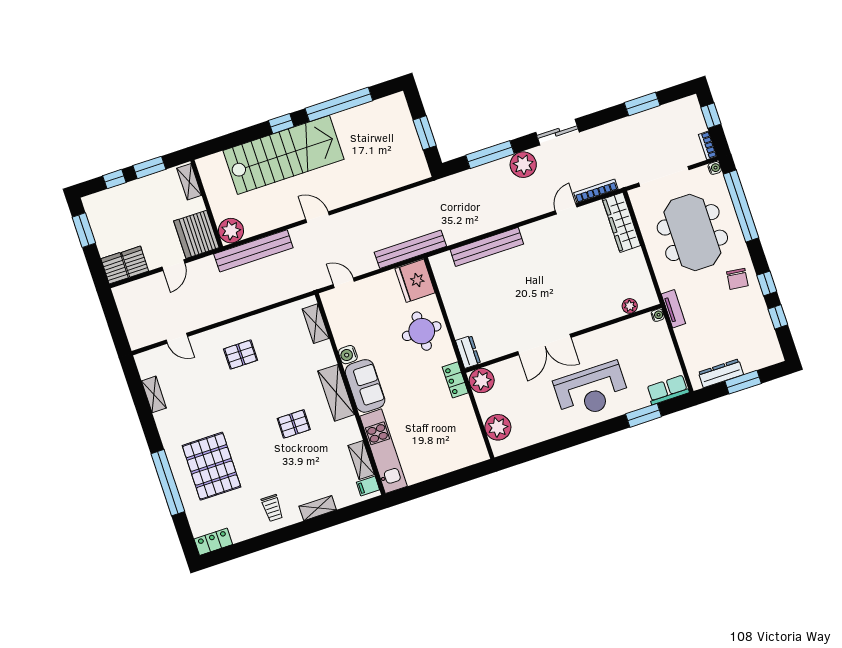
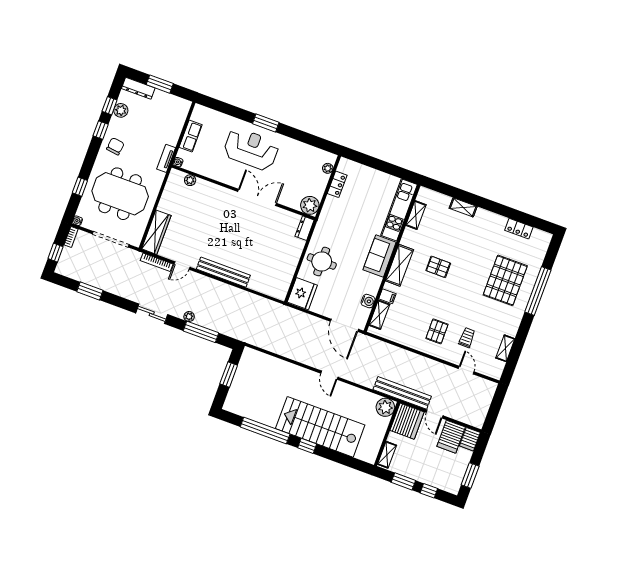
plant: (523, 165) -> (189, 317), width x0.53, depth x0.53
window: (741, 206) -> (80, 187), width x0.32
meeting table: (692, 233) -> (120, 194), turned 90
bench: (487, 247) -> (223, 272), moved
bench: (410, 249) -> (290, 314), removed
bench: (253, 251) -> (402, 393), moved
server rack: (135, 262) -> (451, 437), width x1.36, depth x1.44
door: (173, 265) -> (435, 414), swing flipped
door: (344, 283) -> (344, 325), width x1.87
plant: (762, 321) -> (121, 110), added
pallet: (241, 355) -> (437, 331), turned 90
water cooler: (348, 355) -> (368, 301), moved
dresser: (721, 373) -> (138, 88), moved
locker: (455, 380) -> (337, 184), moved
row of seats: (668, 390) -> (191, 136), moved, turned -90
window: (644, 415) -> (266, 123), moved
plant: (498, 427) -> (328, 168), width x0.53, depth x0.53
filing cabinet: (368, 486) -> (387, 296), moved
trolley: (272, 508) -> (467, 338), moved
locker: (213, 542) -> (519, 229), moved

